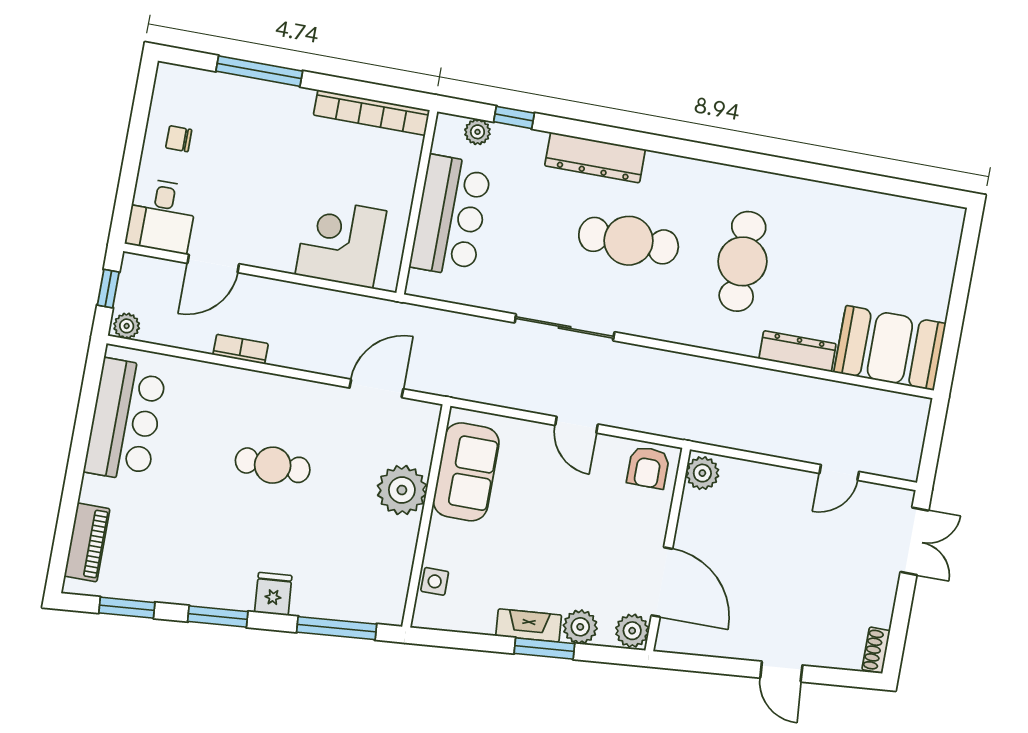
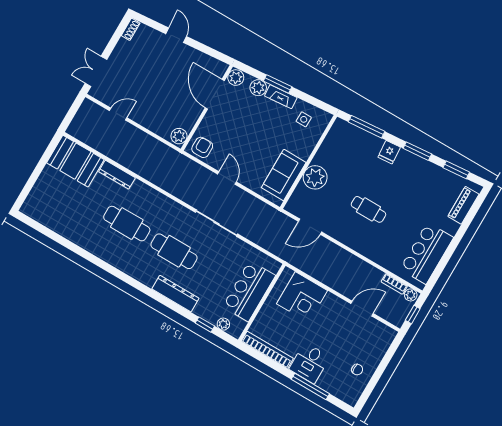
desk: (162, 216) -> (309, 363), moved, turned 180
cafe table: (742, 261) -> (127, 224), turned 90
bookcase: (241, 349) -> (394, 284), moved
side table: (435, 581) -> (304, 119), moved

